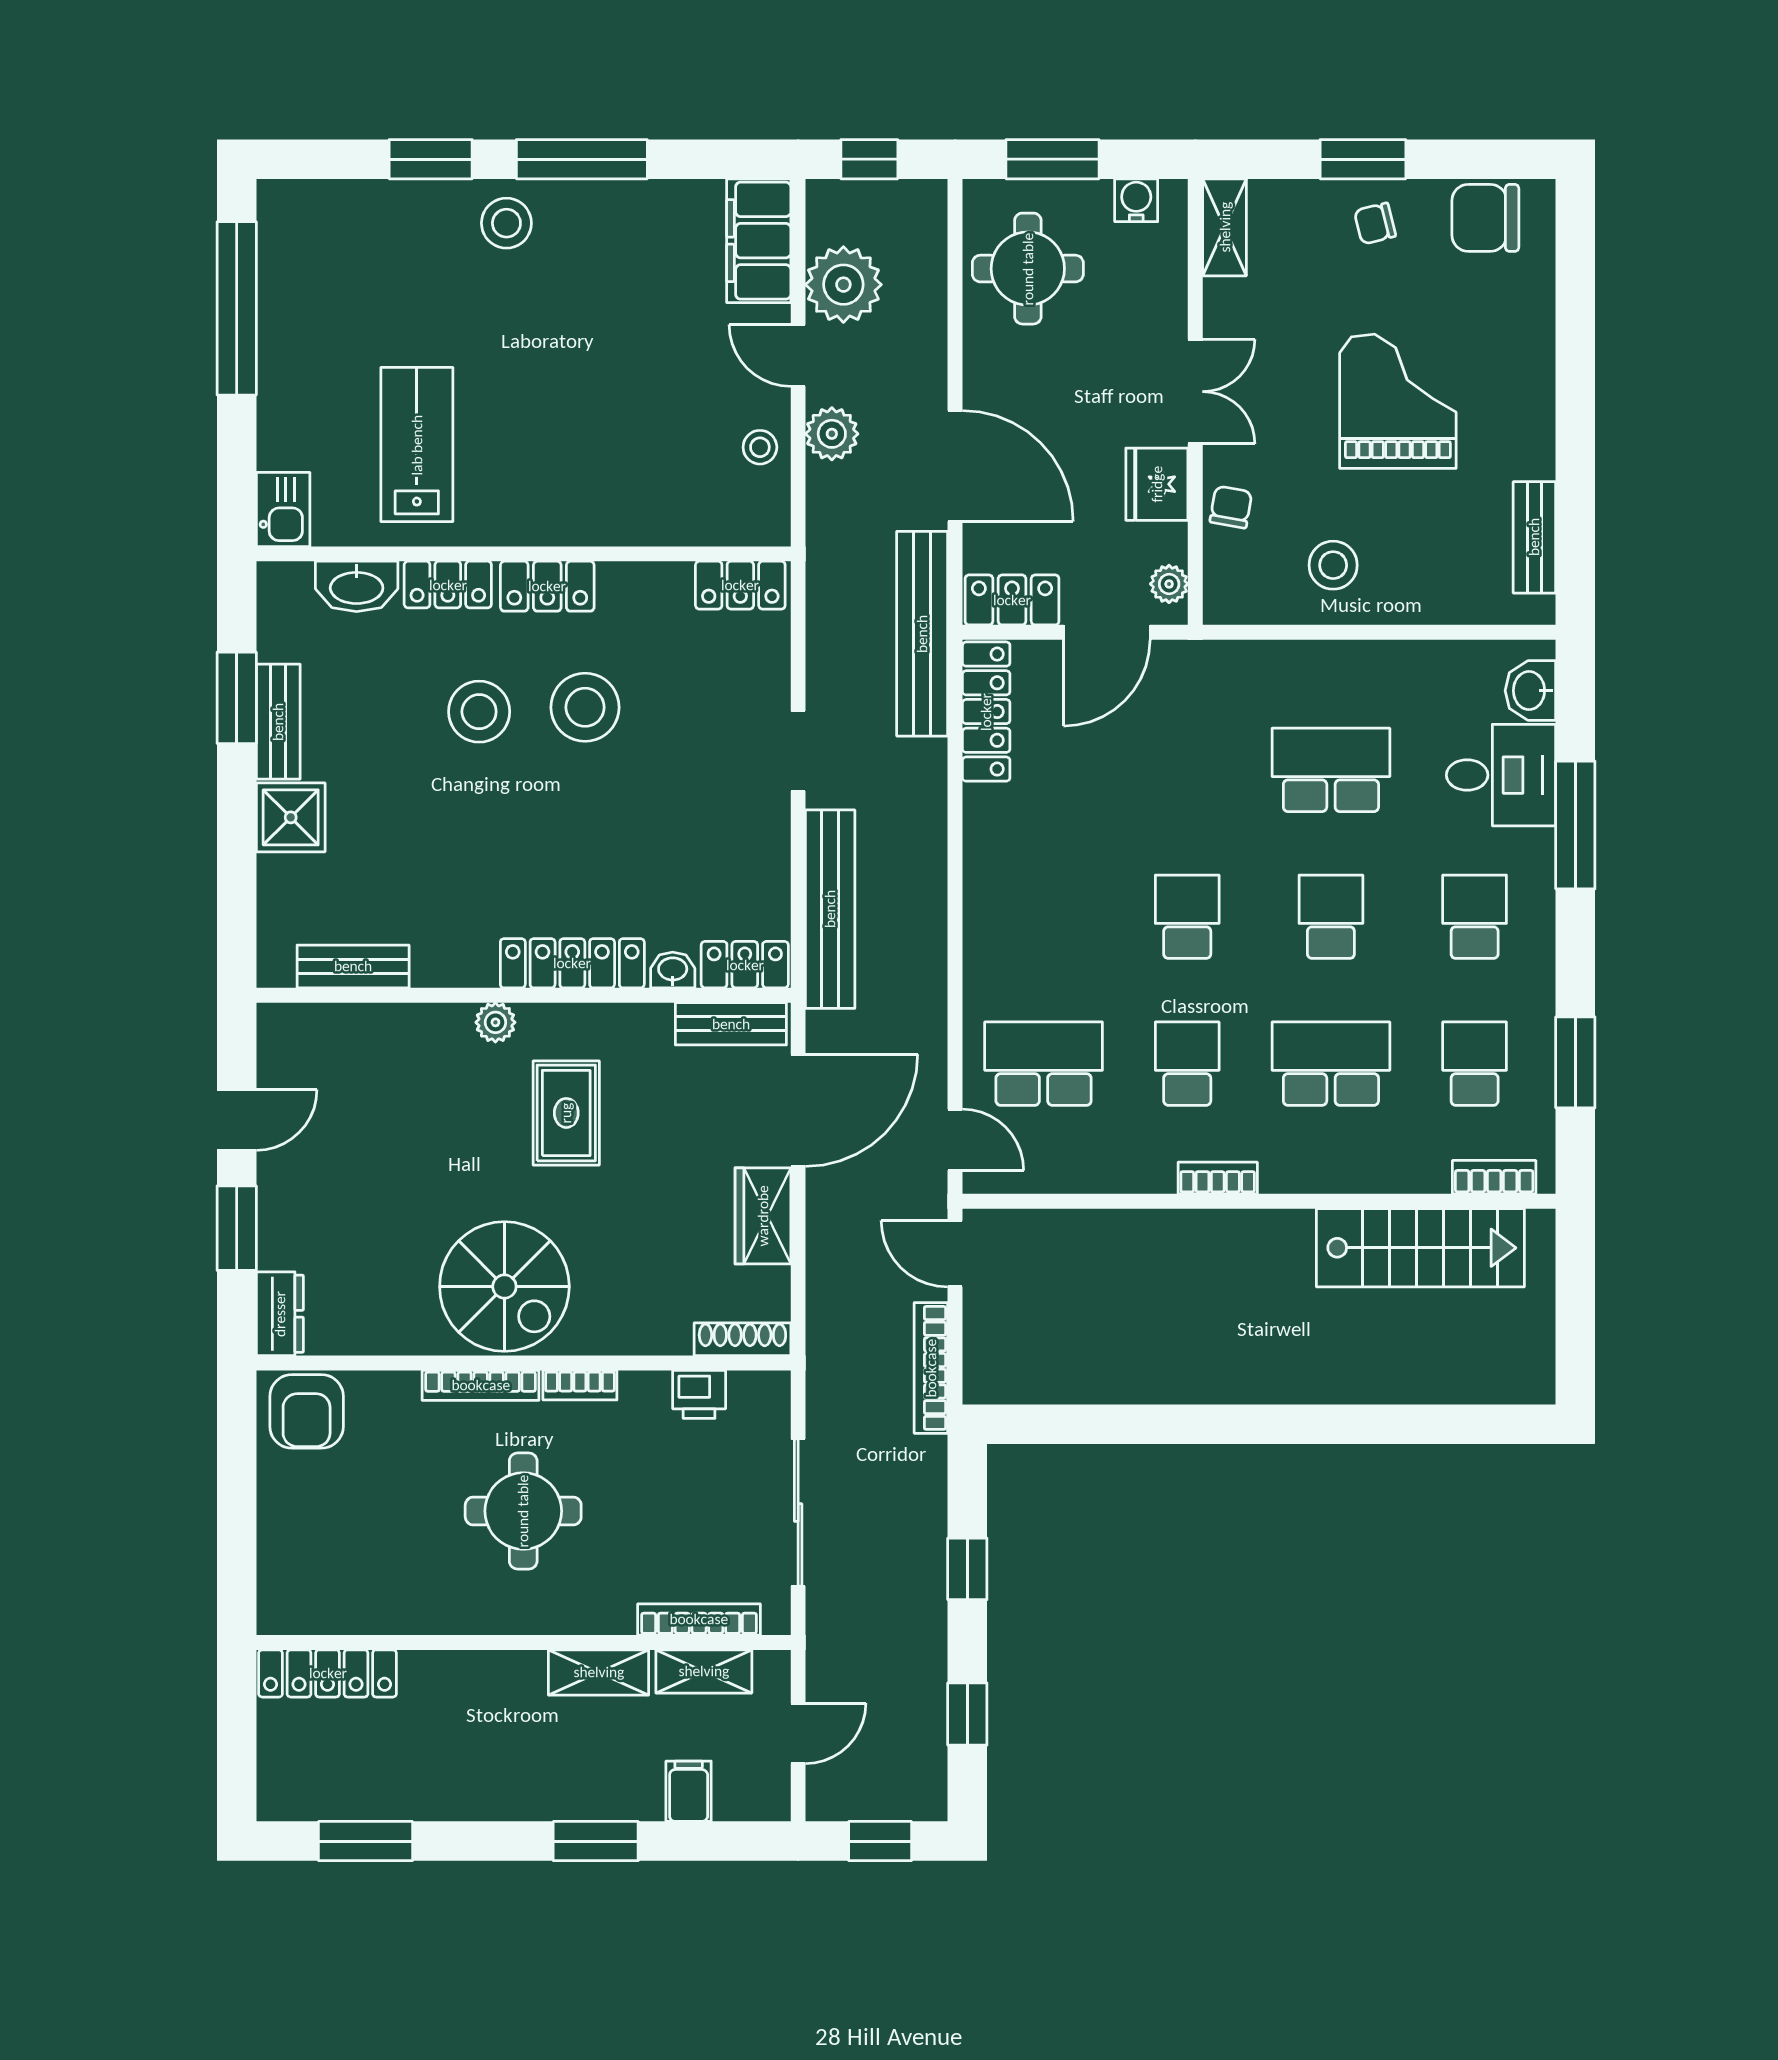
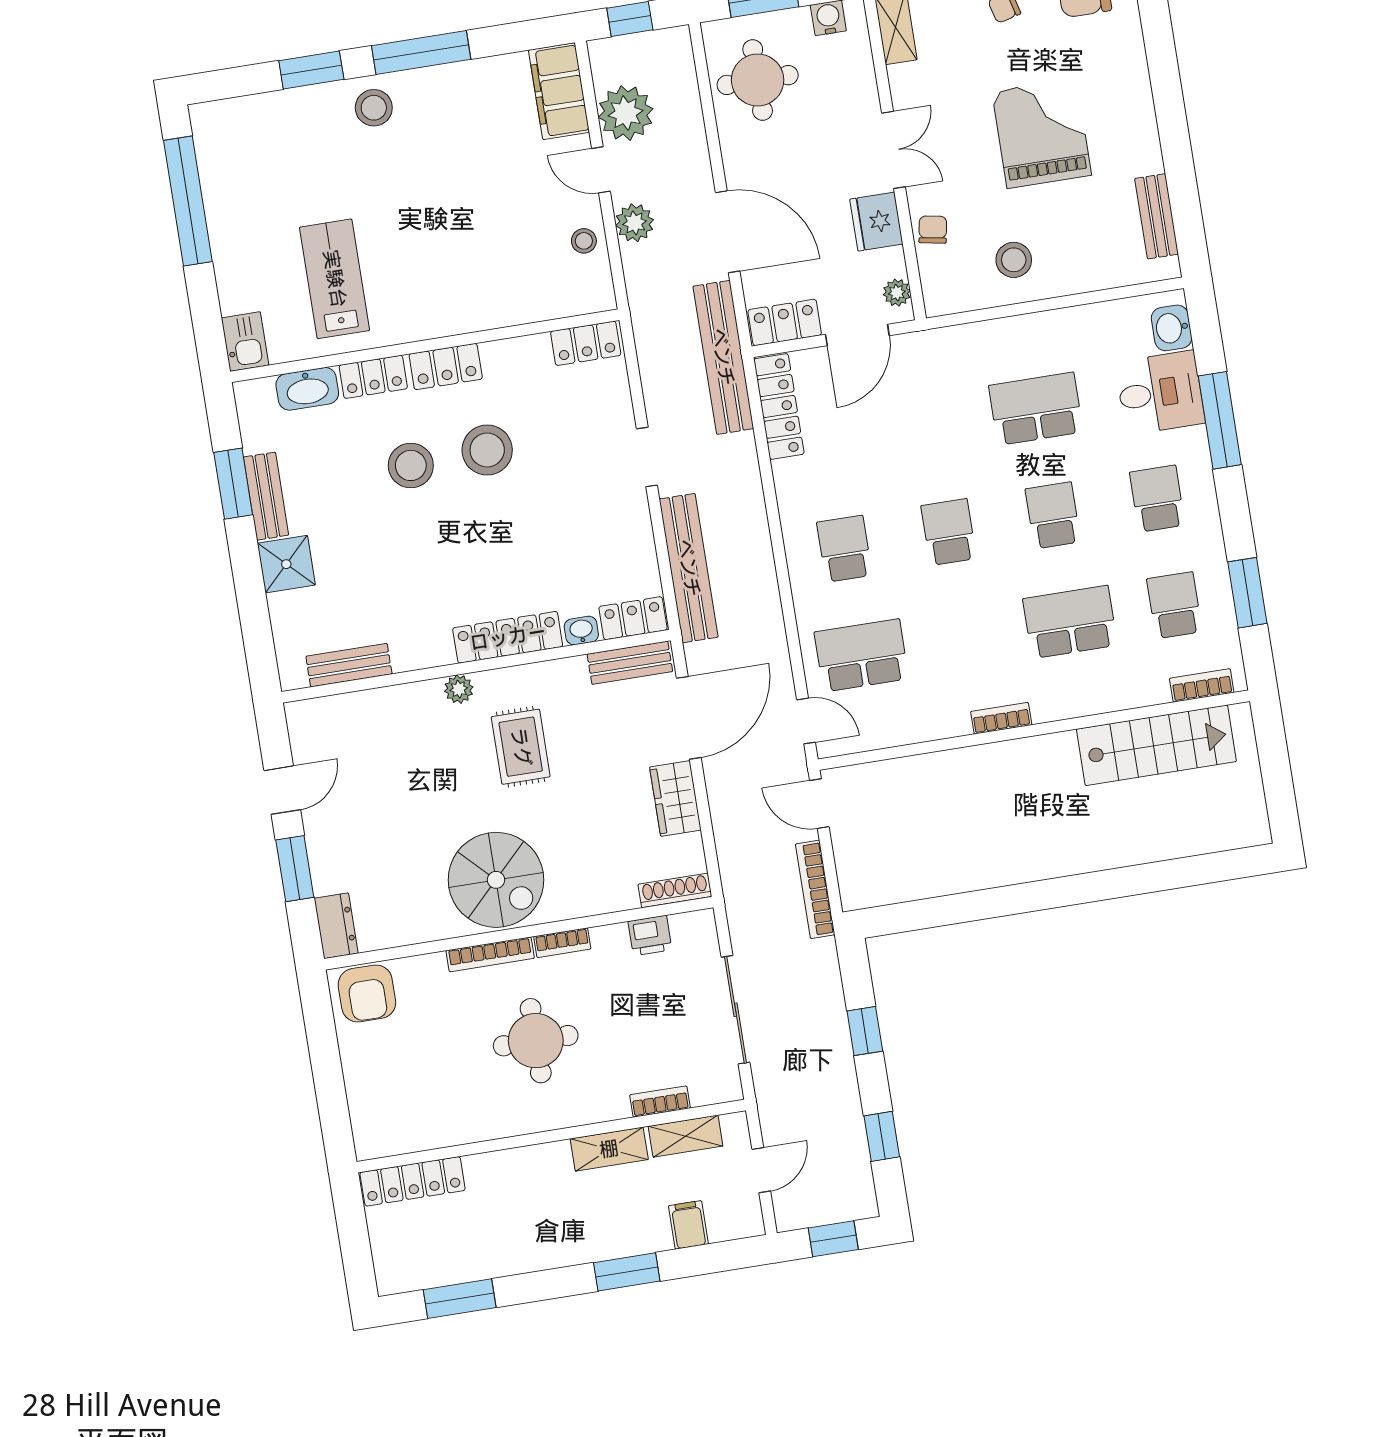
school desk: (1187, 1064) -> (844, 549), moved
bookcase: (699, 1619) -> (660, 1101), width x0.64

